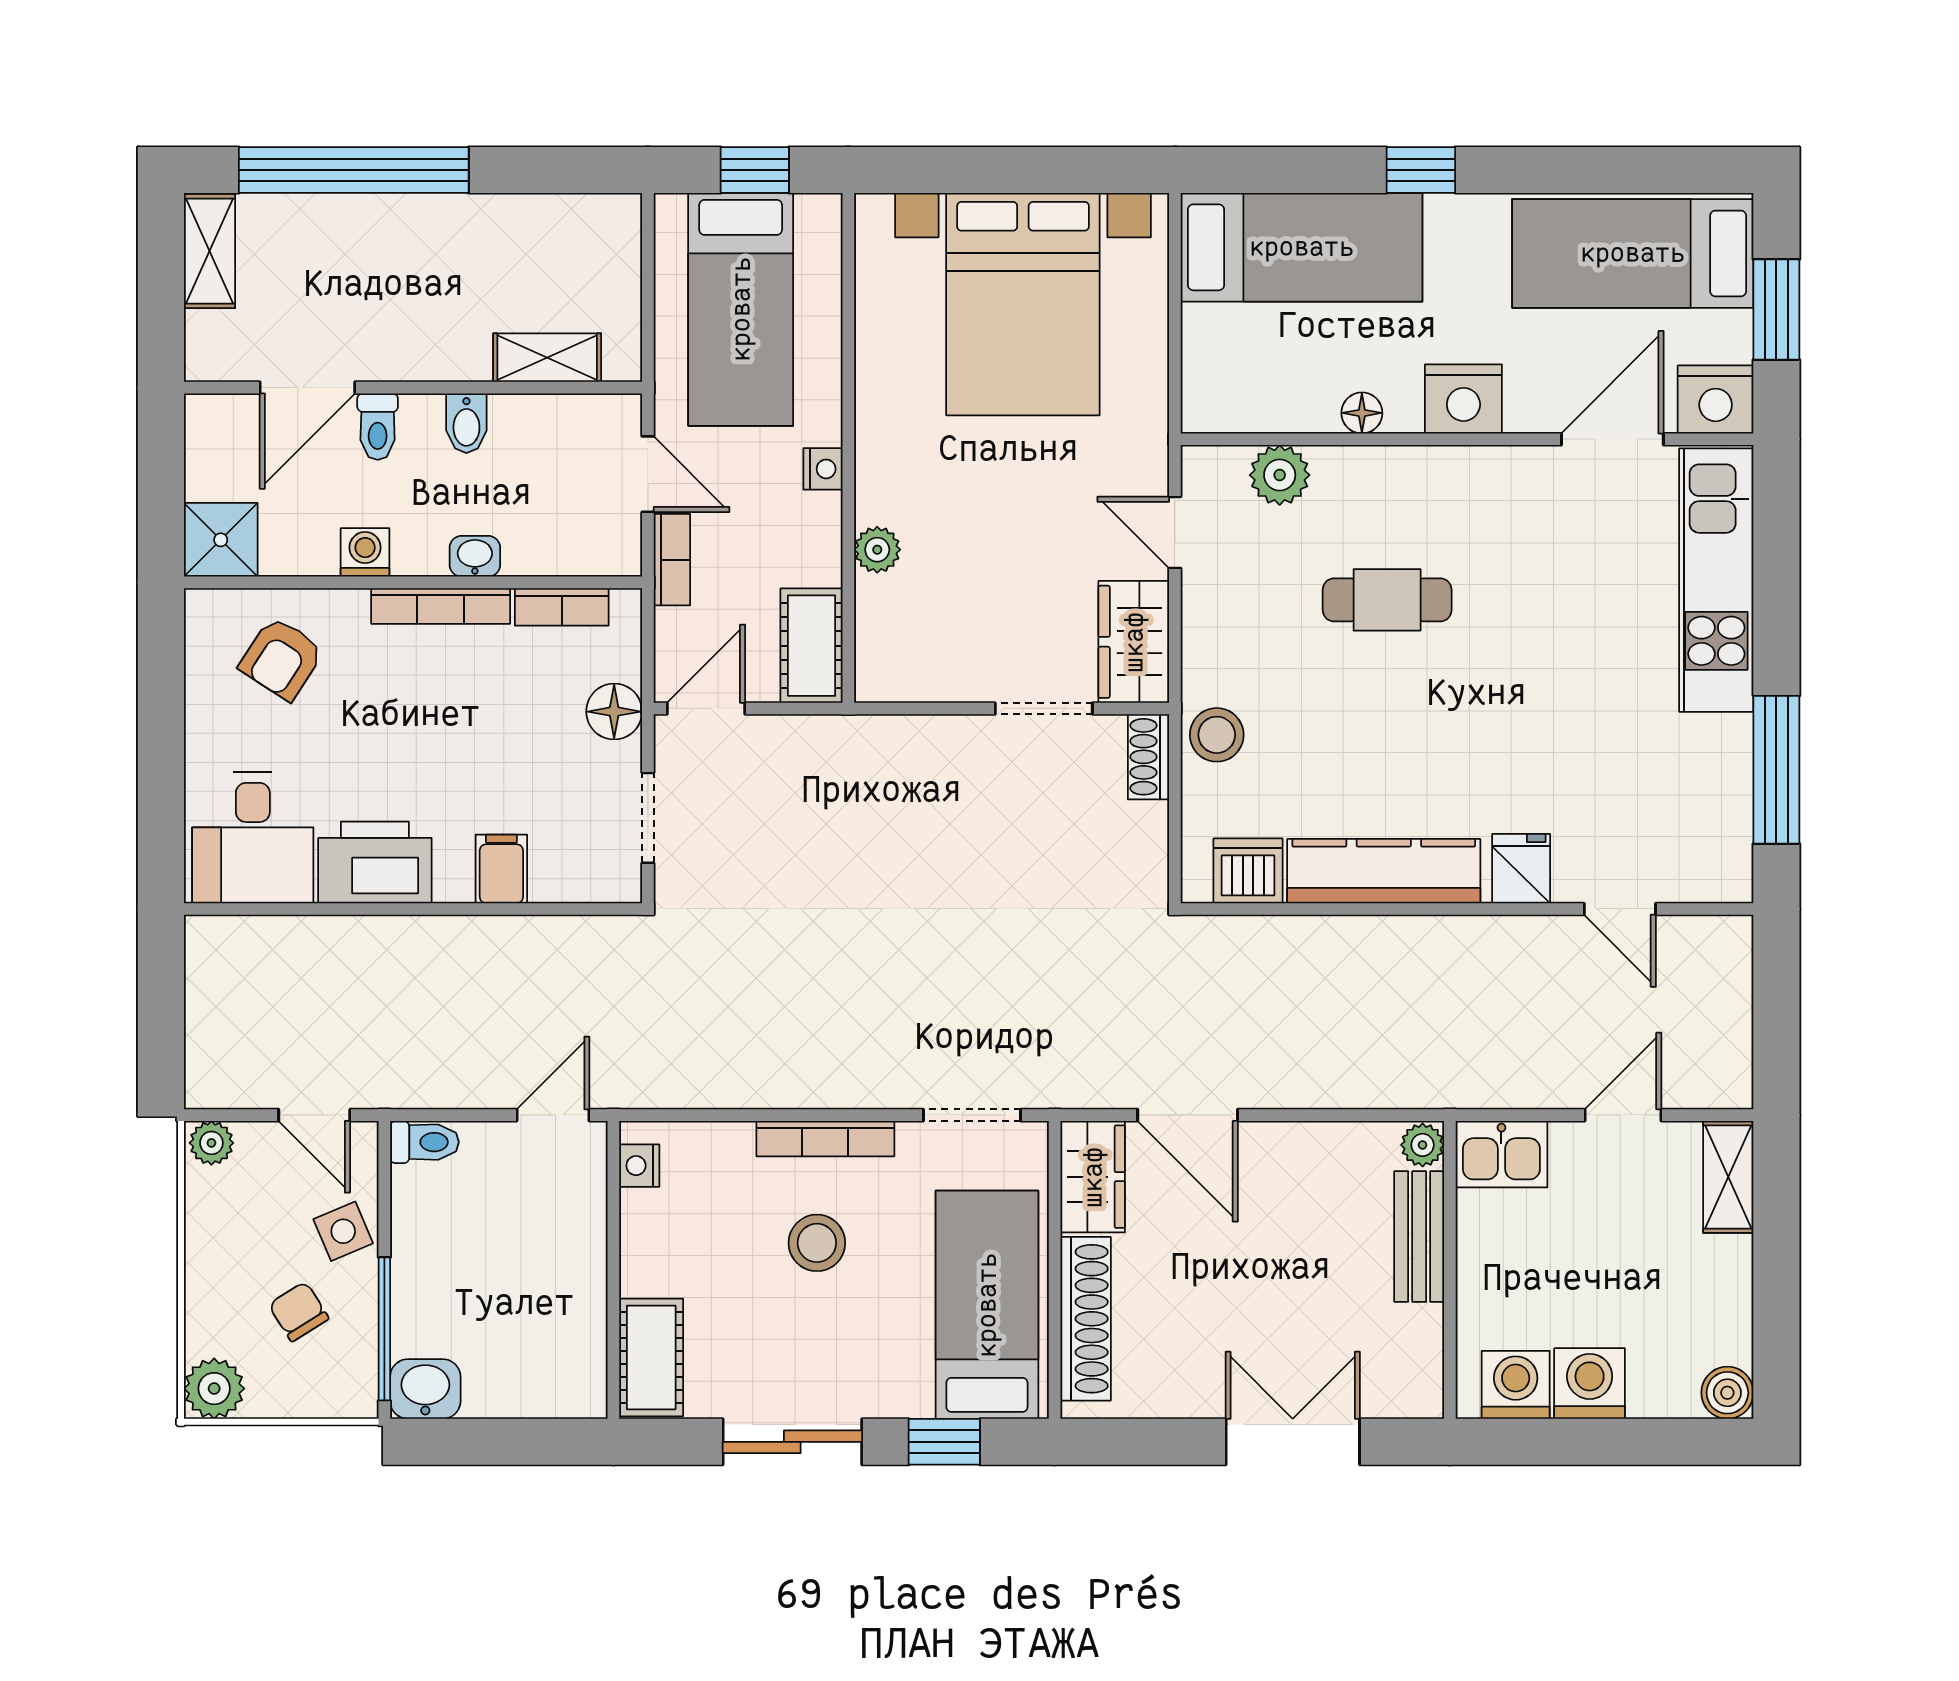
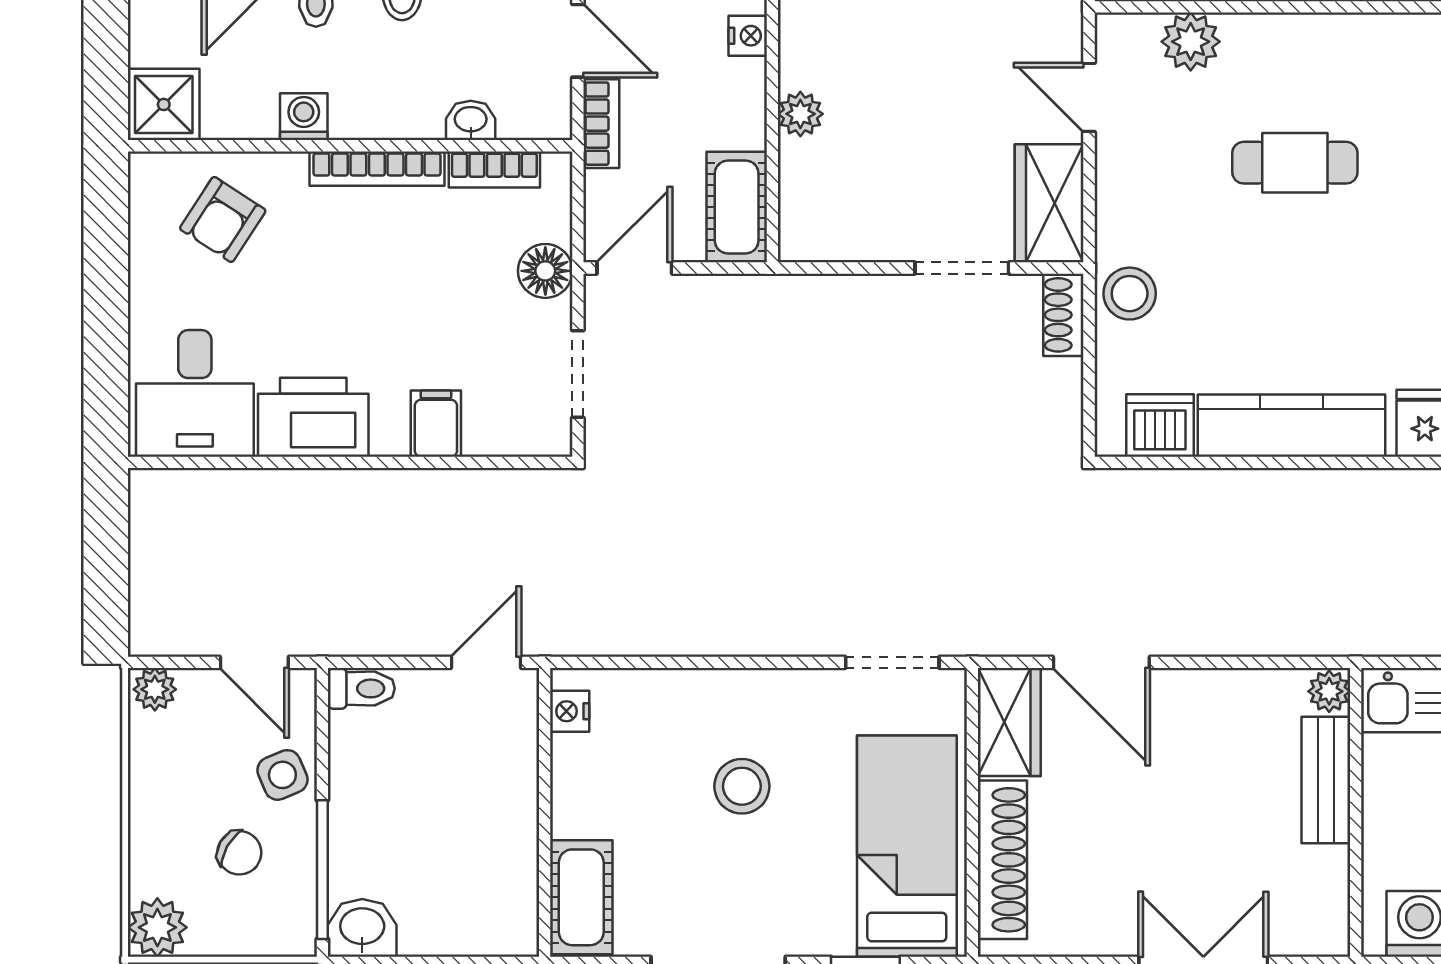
washbasin: (475, 556) -> (471, 120), moved
bookcase: (825, 1139) -> (750, 685), removed
chair: (299, 1312) -> (239, 853), turned 152

